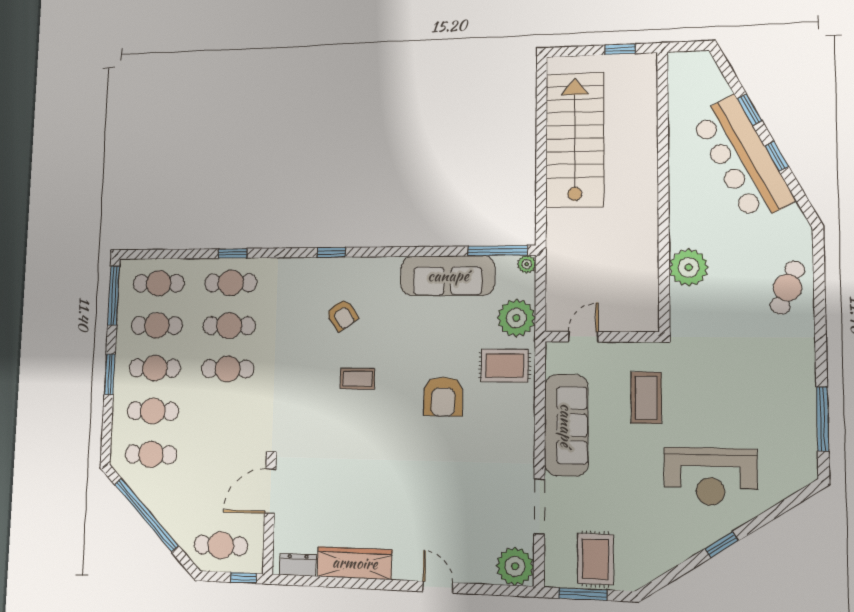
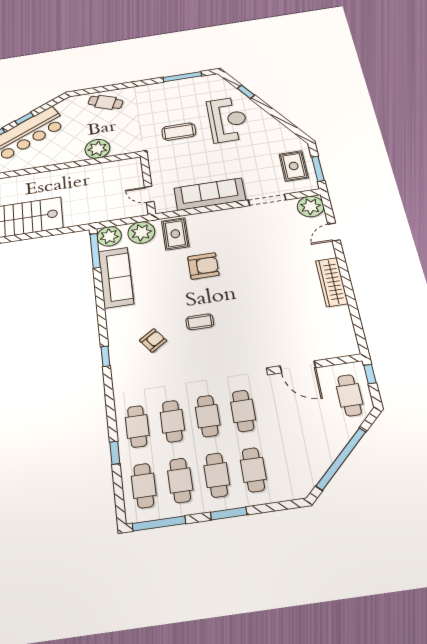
window: (233, 253) -> (115, 453), moved
plant: (527, 264) -> (109, 236), width x1.88, depth x1.88
coffee table: (358, 379) -> (200, 322), turned 90
coffee table: (646, 398) -> (179, 132), moved
cafe table: (151, 454) -> (243, 411), moved
window: (722, 545) -> (246, 92), moved
rug: (595, 559) -> (294, 166), turned 90
wardrobe: (355, 563) -> (332, 282), moved
dresser: (298, 565) -> (348, 338), removed
door: (438, 587) -> (334, 232), moved

